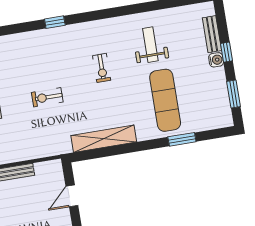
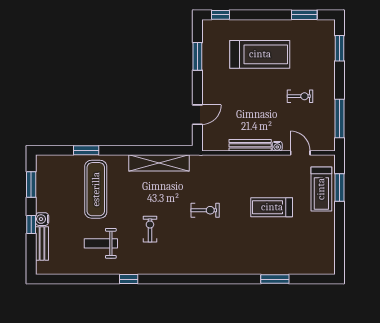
window: (55, 22) -> (129, 279), moved
weight bench: (150, 45) -> (101, 243), turned 90

